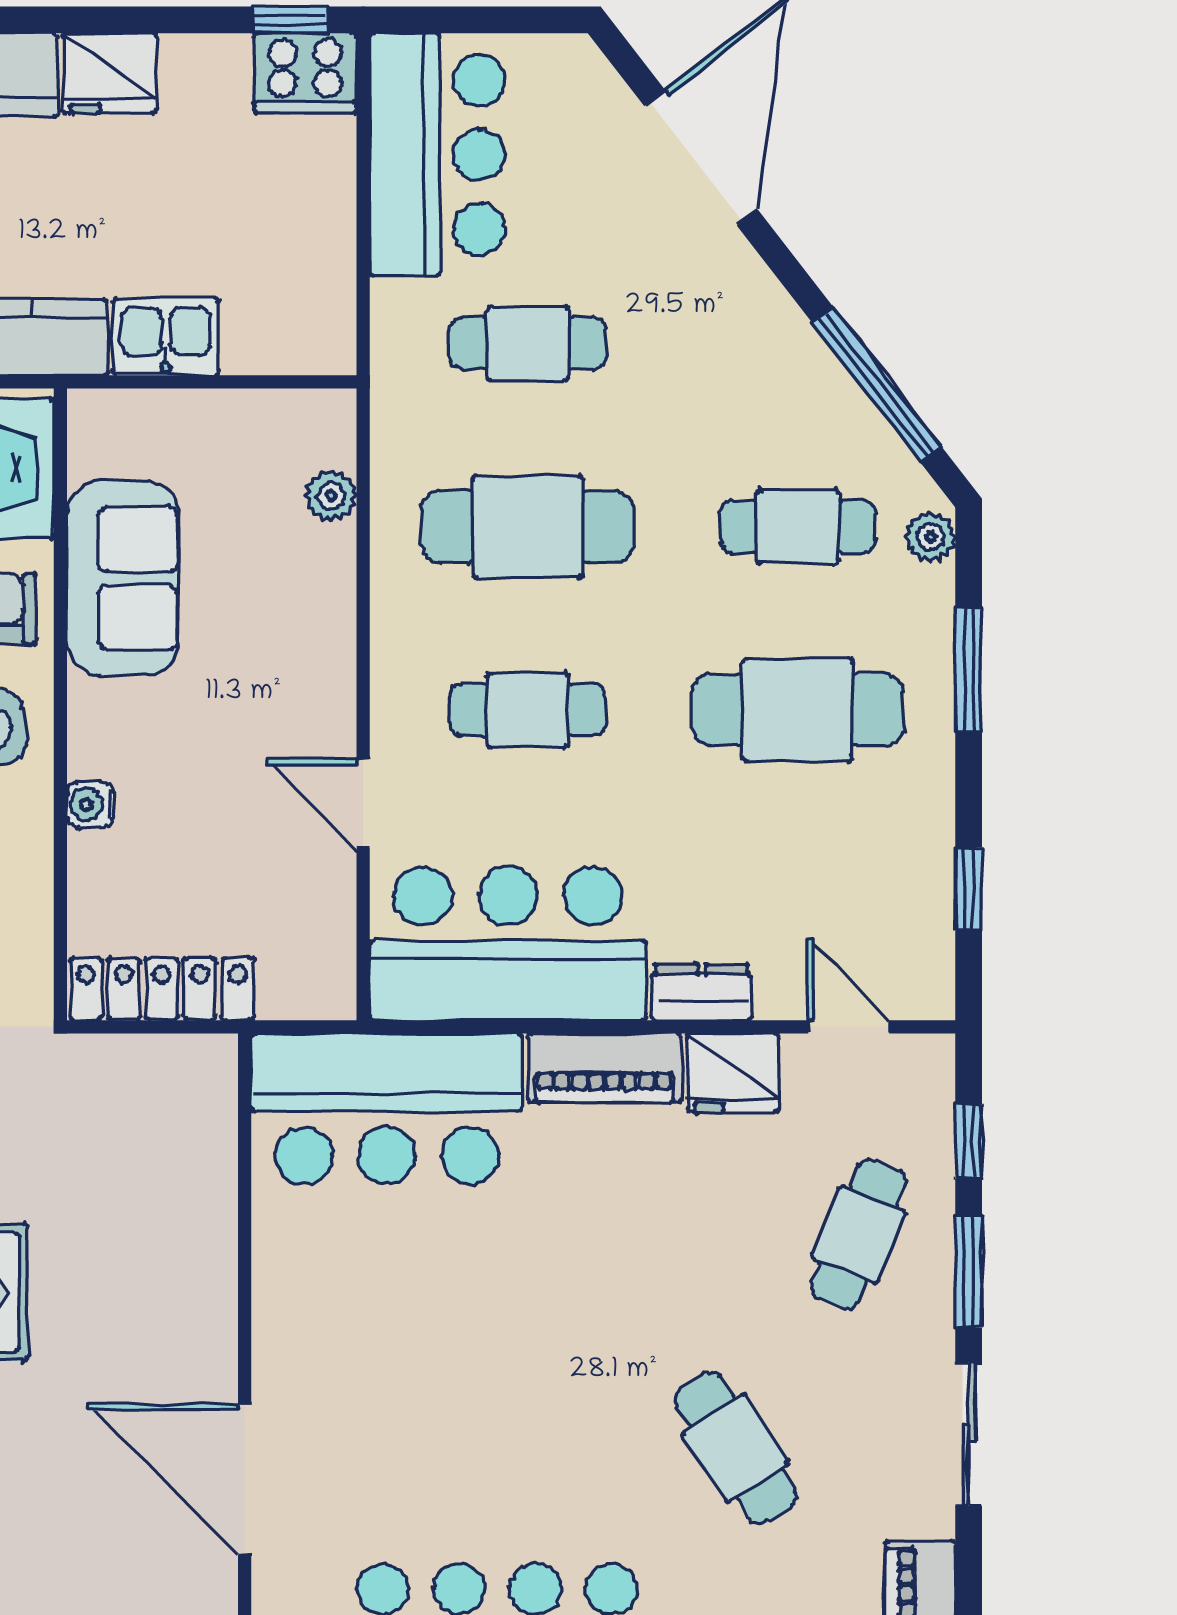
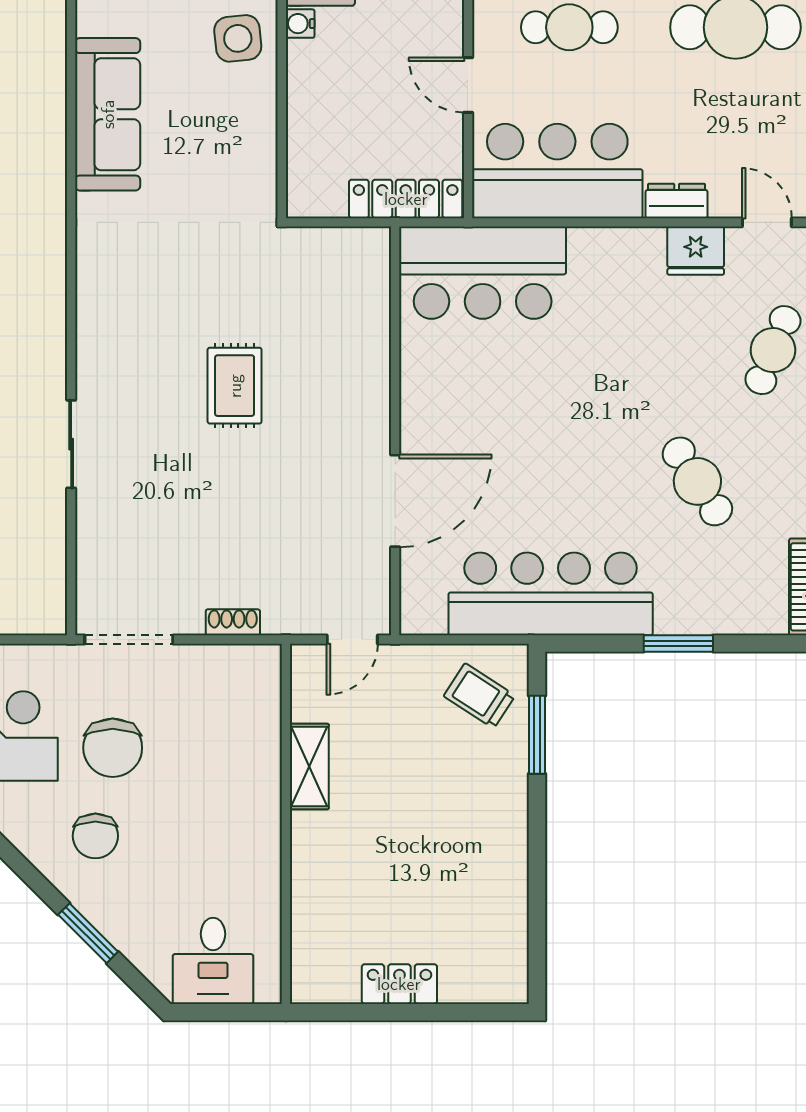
water cooler: (90, 804) -> (300, 24), moved
locker: (162, 989) -> (406, 199), moved
piano: (605, 1068) -> (617, 248), removed
door: (245, 1480) -> (395, 501), swing flipped

